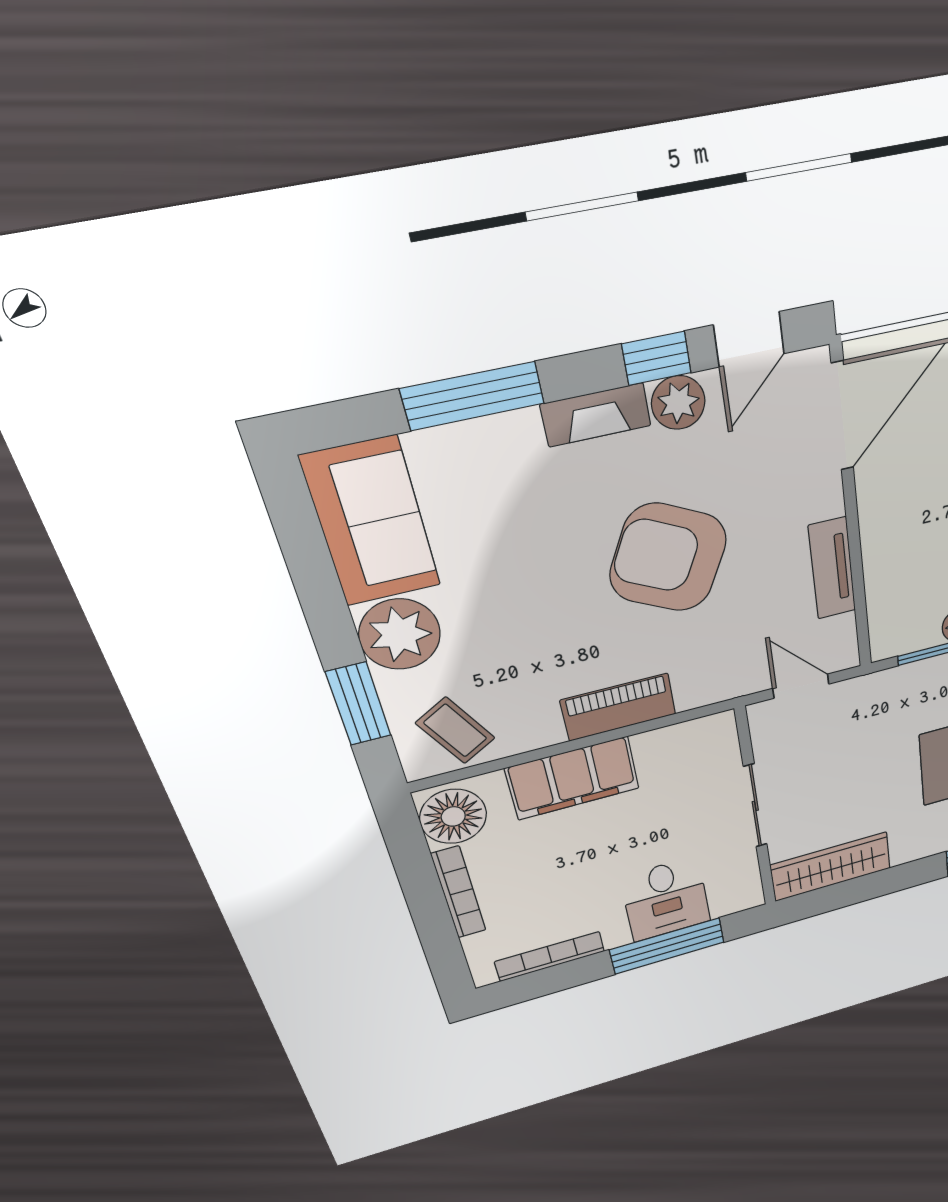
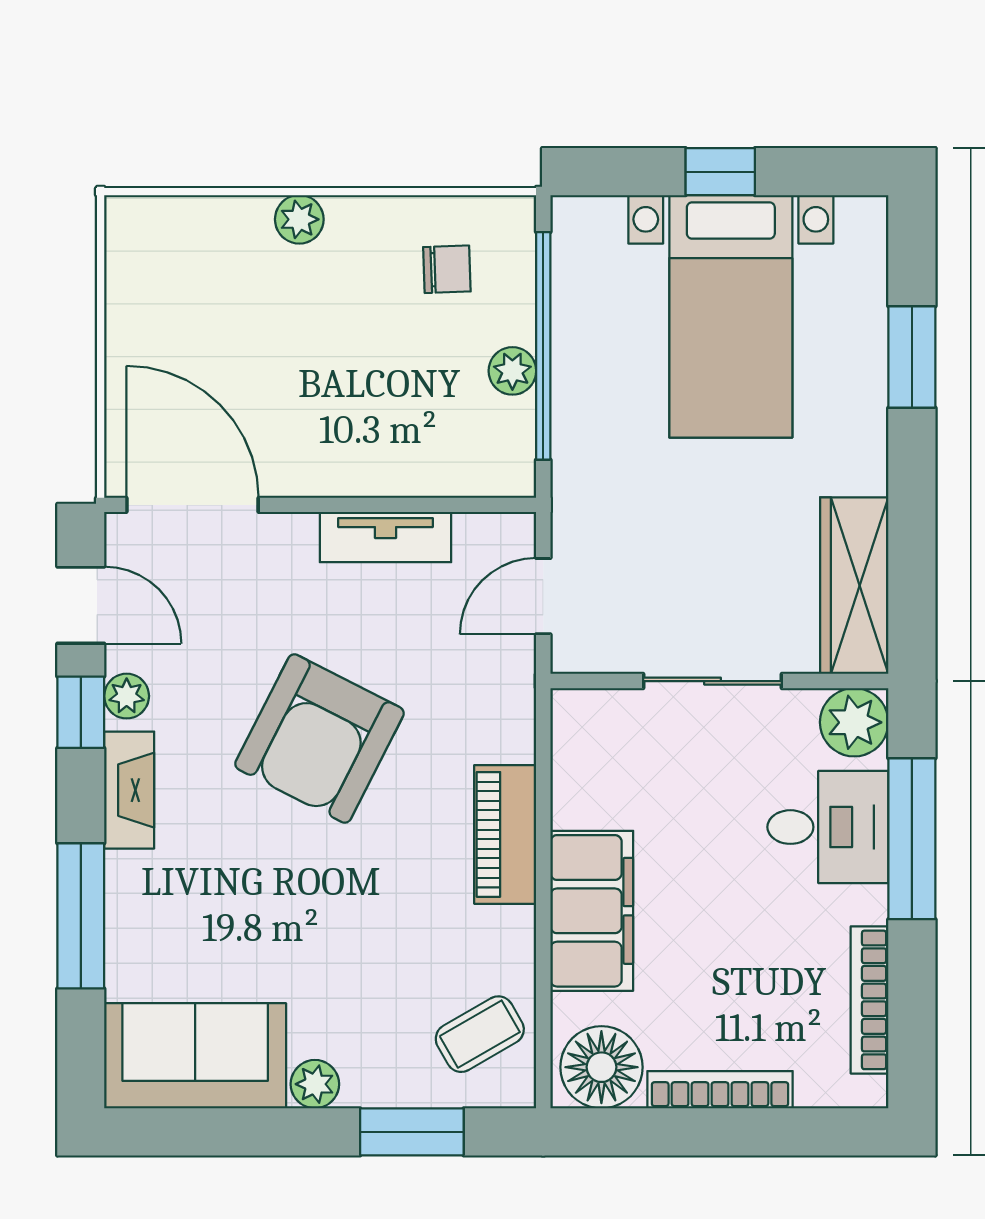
plant: (678, 403) -> (127, 696), width x0.73, depth x0.73
plant: (400, 634) -> (315, 1084), width x0.53, depth x0.53
plant: (740, 893) -> (854, 722), added

